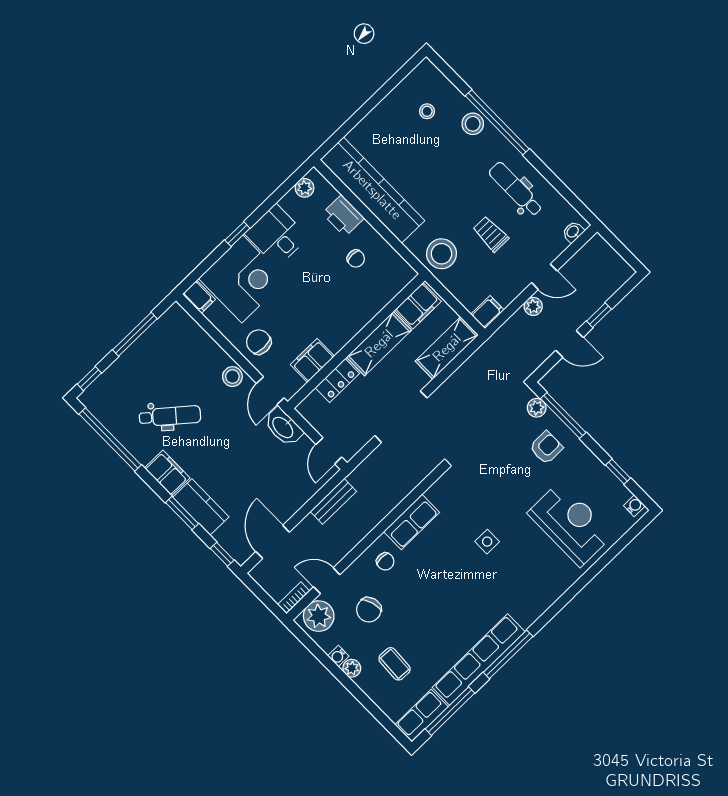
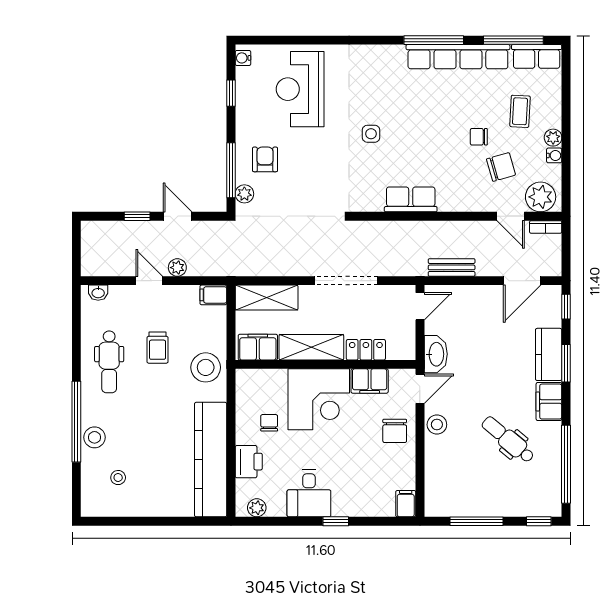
corner desk: (242, 279) -> (319, 399), moved, turned 180
armchair: (546, 448) -> (265, 159), turned 90
chair: (385, 561) -> (479, 137), moved, turned -90

